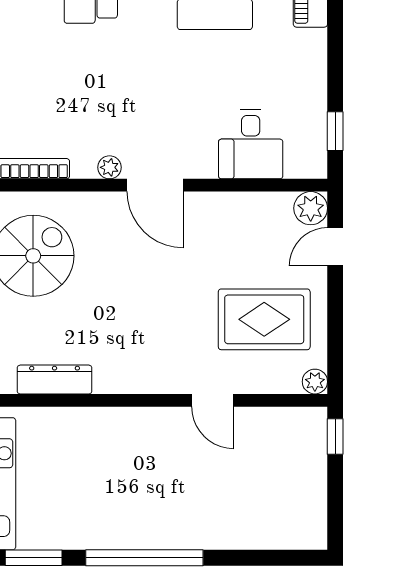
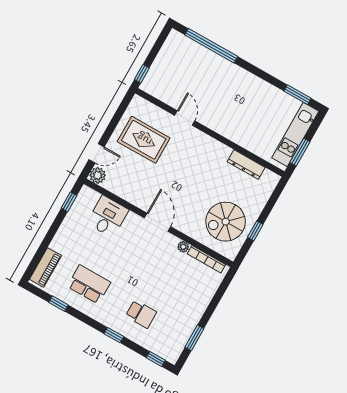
plant: (110, 167) -> (183, 247), moved
plant: (315, 382) -> (137, 102), removed
window: (144, 558) -> (211, 46), moved

